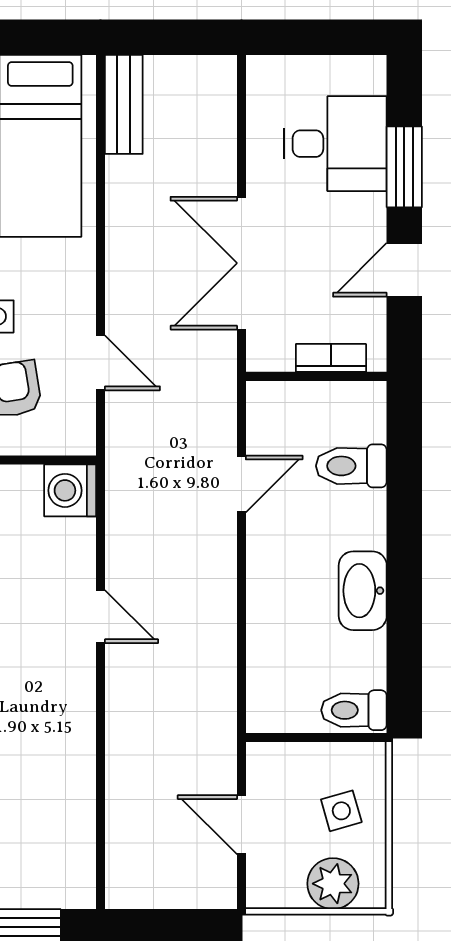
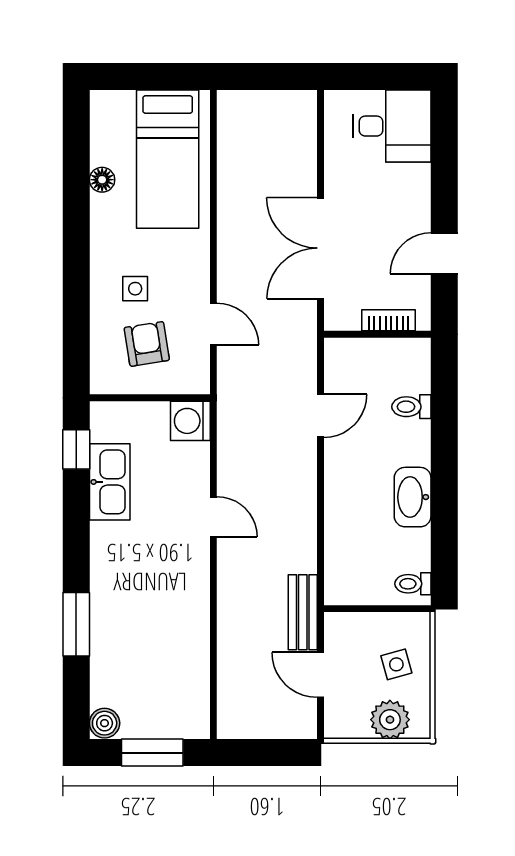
bench: (124, 104) -> (303, 612), moved
desk: (336, 144) -> (392, 126), moved
window: (404, 167) -> (444, 175), removed
toilet: (351, 466) -> (411, 407), width x0.73, depth x0.72
toilet: (354, 710) -> (413, 584), width x0.73, depth x0.72

